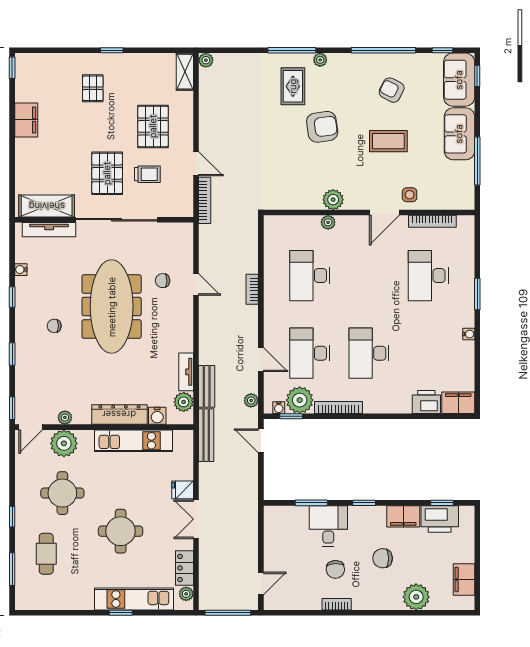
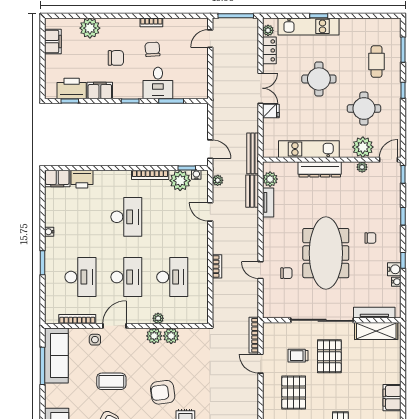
sofa: (459, 134) -> (56, 356), moved, width x1.36
plant: (311, 200) -> (171, 336), added
desk: (310, 353) -> (126, 277), moved
water cooler: (157, 416) -> (394, 269), moved, turned 90

